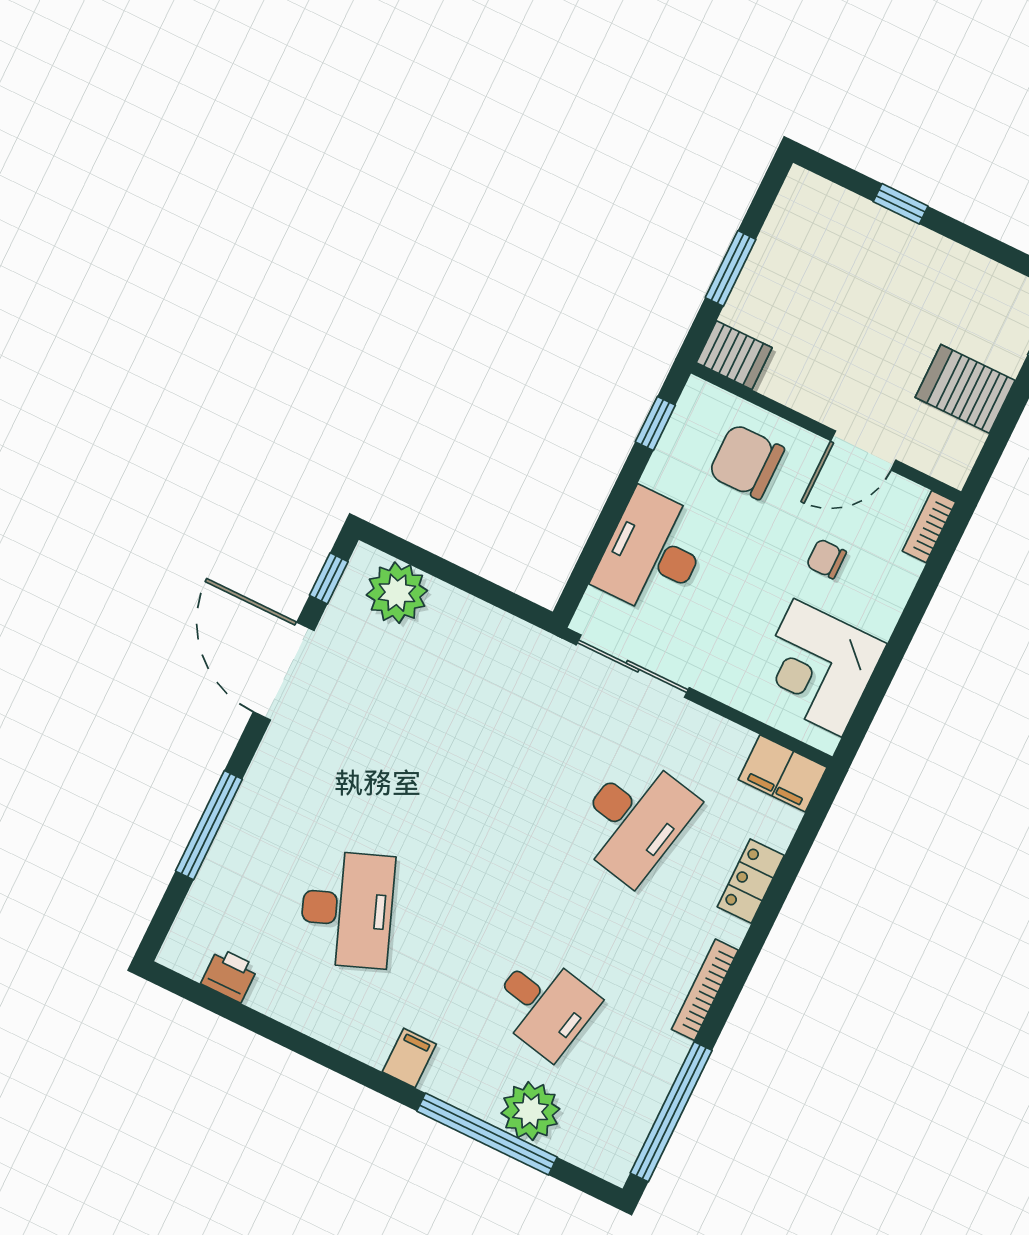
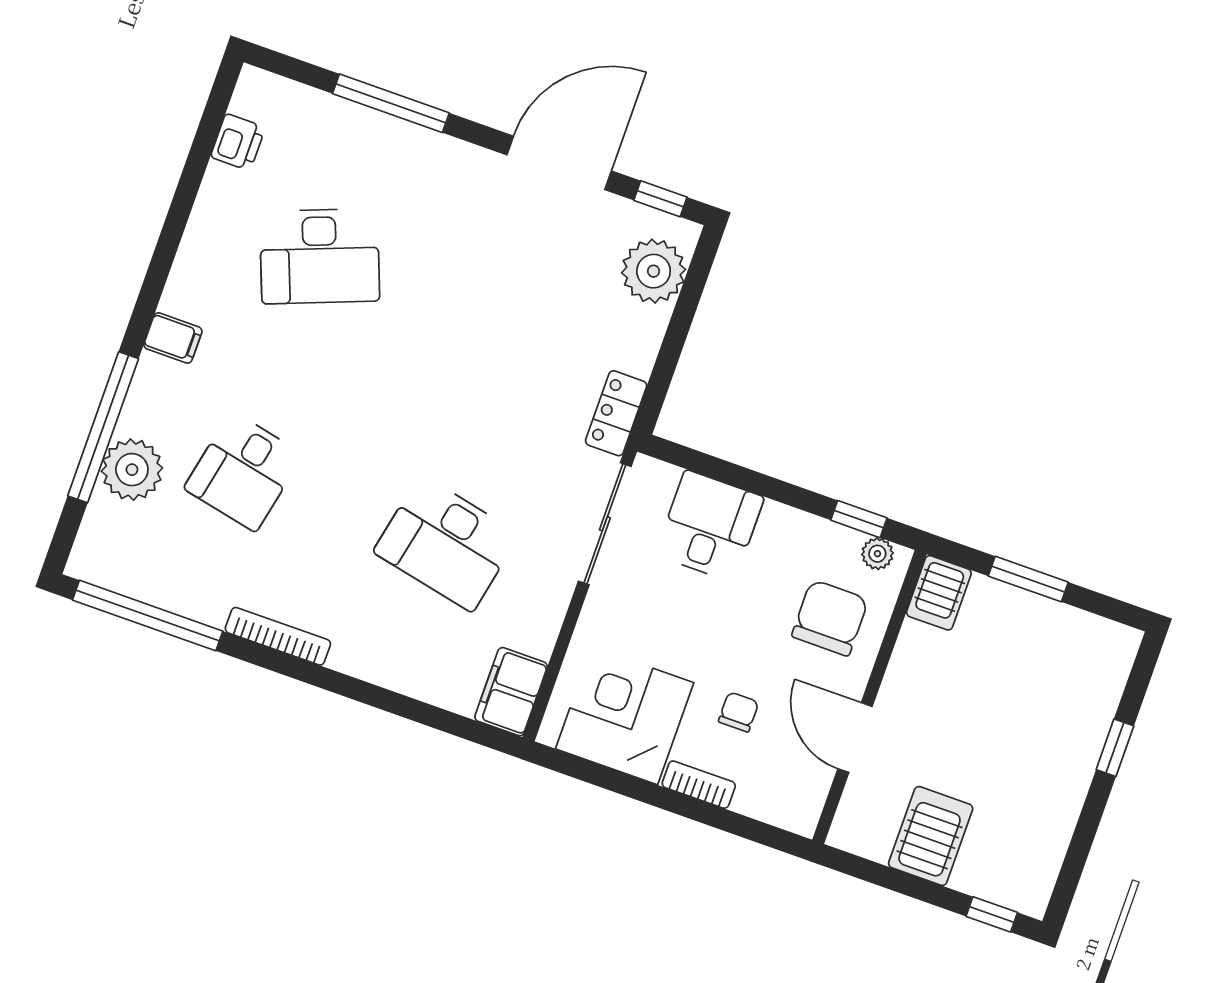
plant: (690, 409) -> (877, 554), added
bookcase: (929, 527) -> (699, 785), moved
desk: (653, 553) -> (710, 526), width x0.73
locker: (751, 881) -> (616, 413), moved, turned -90

